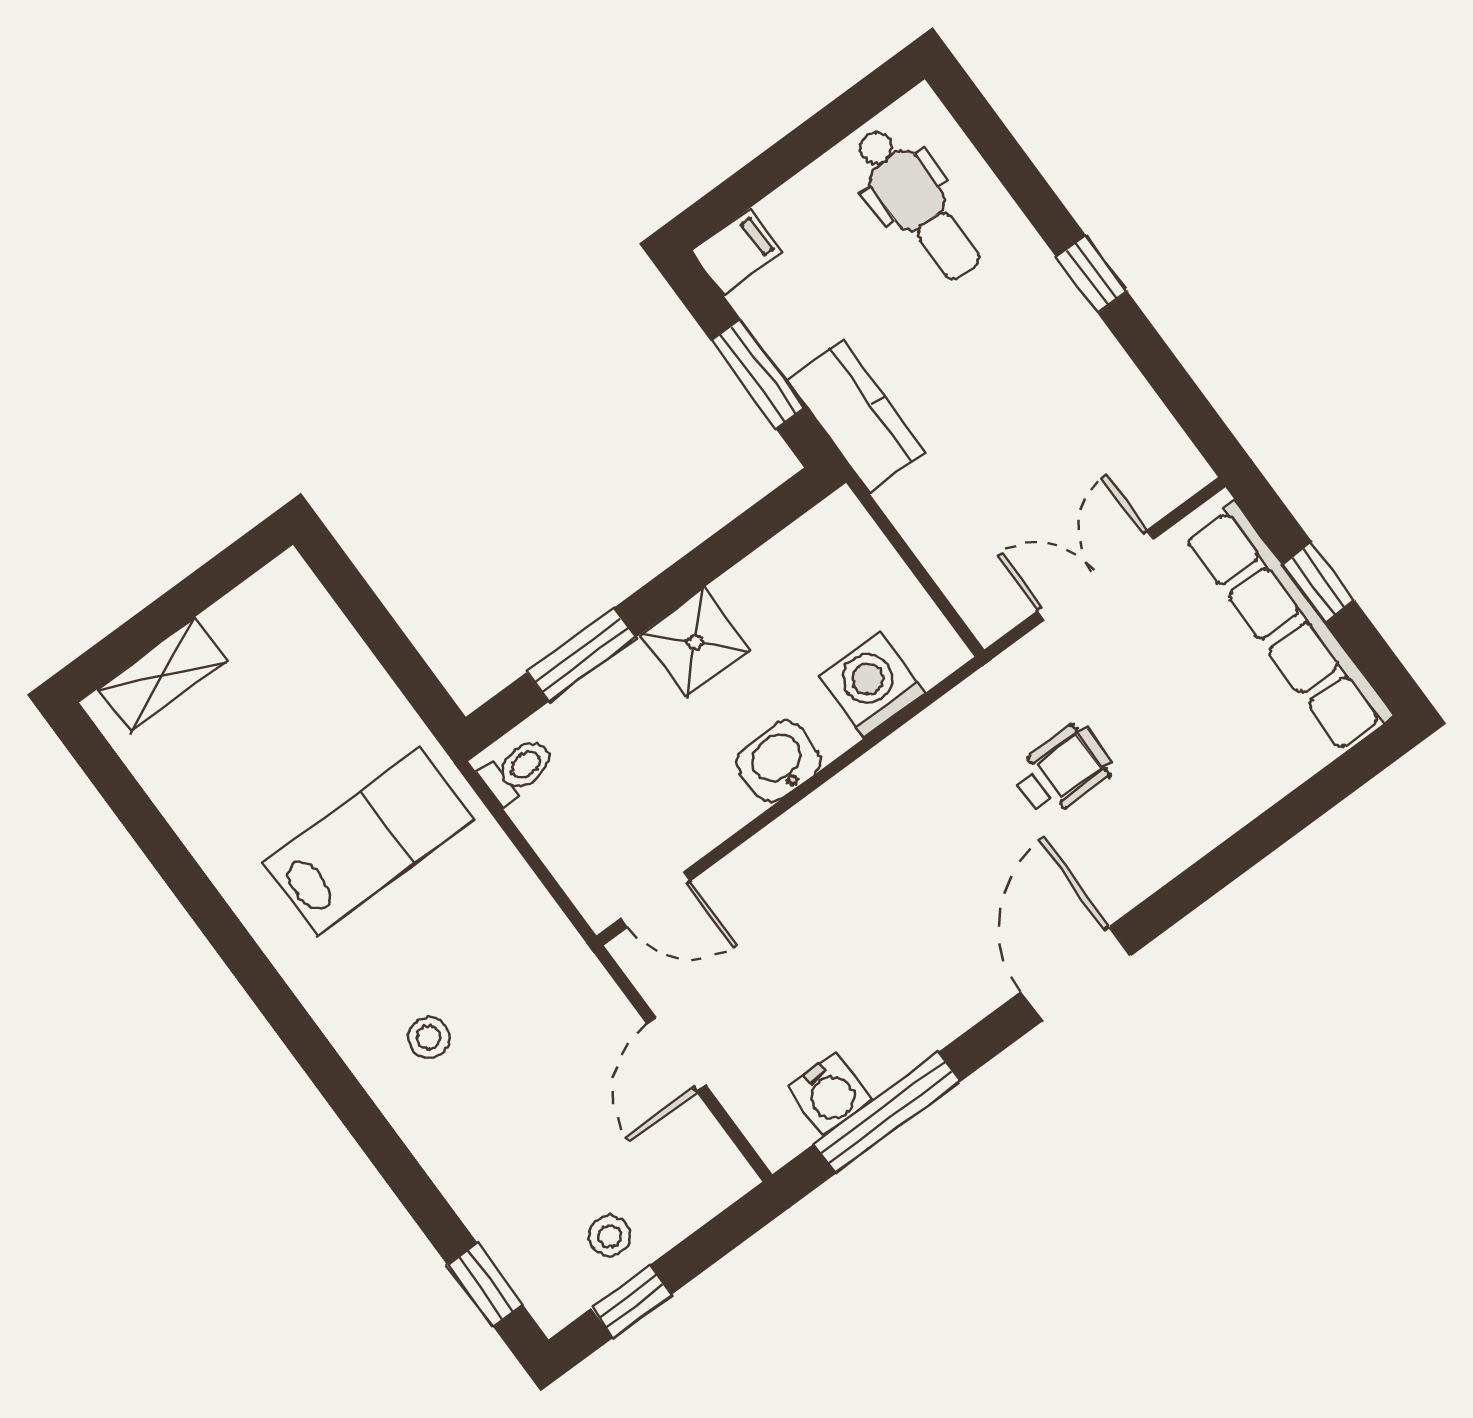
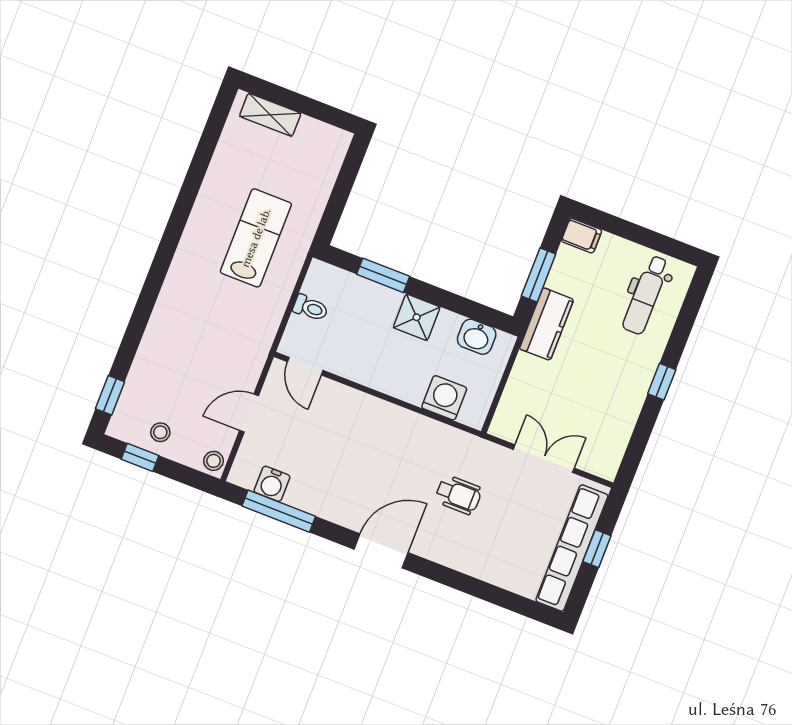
washbasin: (779, 762) -> (477, 337), moved, turned 180
toilet: (518, 770) -> (310, 308), moved
lab bench: (368, 842) -> (256, 238), turned -90
stool: (429, 1038) -> (214, 461), moved

